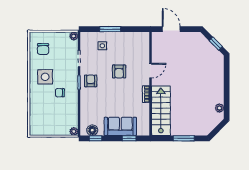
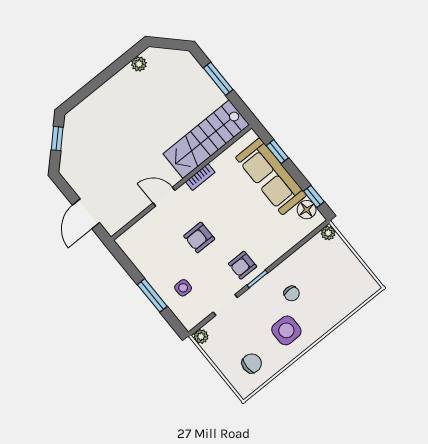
armchair: (119, 72) -> (199, 237), turned 180
sofa: (120, 126) -> (271, 176), width x1.36

